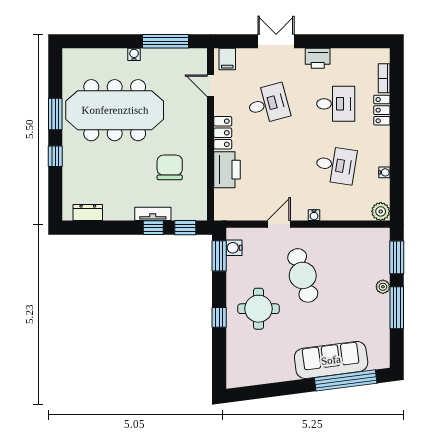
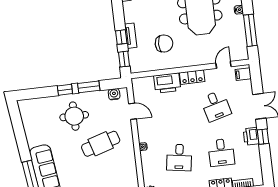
window: (320, 41) -> (263, 137), added
door: (279, 224) -> (133, 111), moved
window: (219, 256) -> (89, 87), moved

